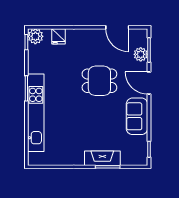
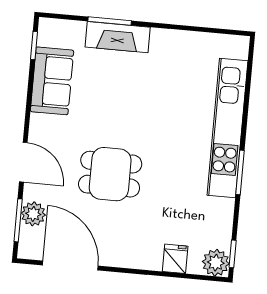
door: (117, 27) -> (70, 266), width x1.36
sofa: (137, 116) -> (52, 81), moved

